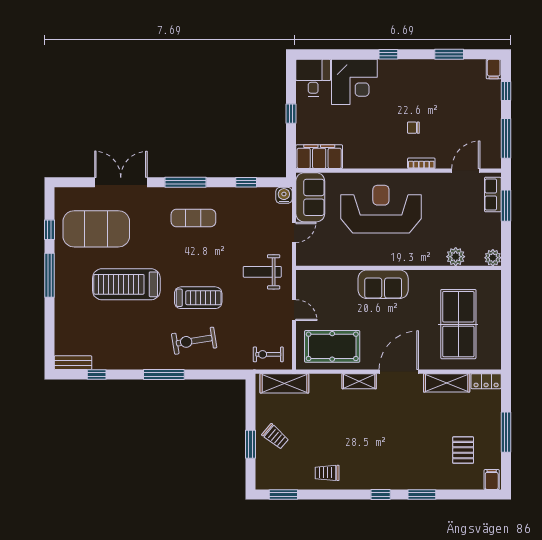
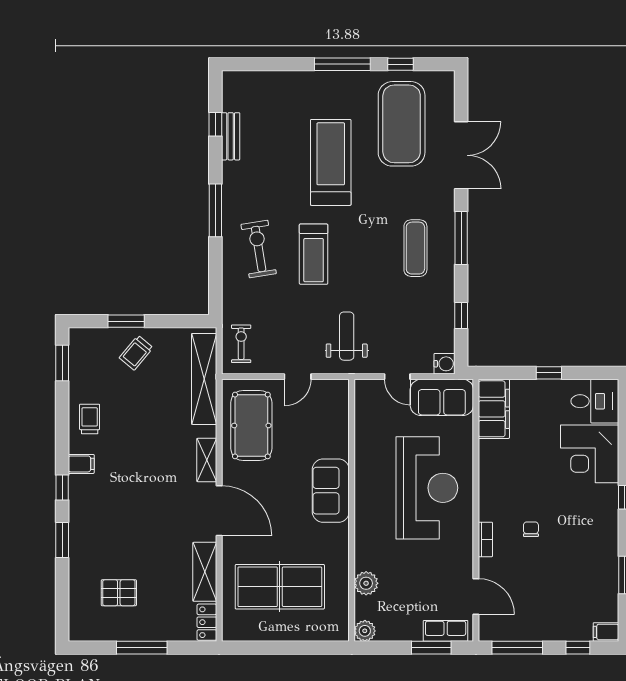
bench: (73, 363) -> (231, 136), moved
shelving: (284, 383) -> (204, 379), width x1.47
filing cabinet: (492, 480) -> (81, 464), moved

